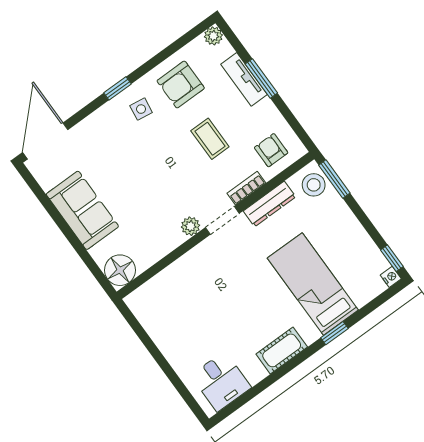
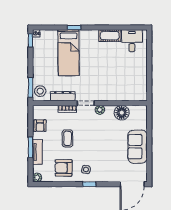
armchair: (181, 84) -> (64, 168), turned 180
armchair: (271, 150) -> (40, 126), moved
floor lamp: (120, 270) -> (122, 113), moved
cot: (282, 350) -> (110, 36), moved

